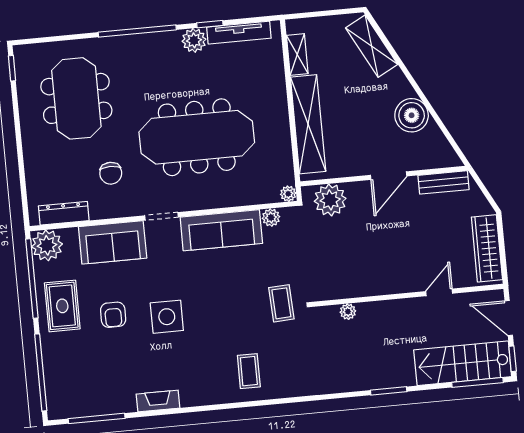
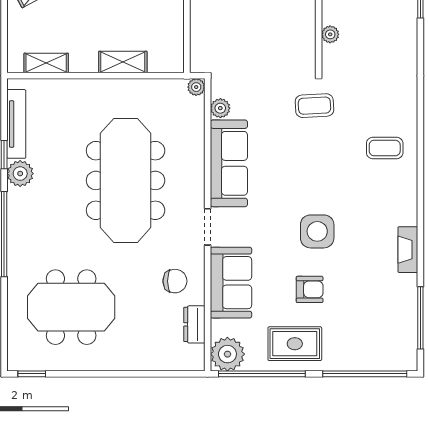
shelving: (308, 124) -> (123, 62), width x0.45, depth x0.75
chair: (111, 173) -> (175, 281), moved
plant: (330, 200) -> (207, 42), removed
dresser: (64, 213) -> (194, 324), width x0.70

